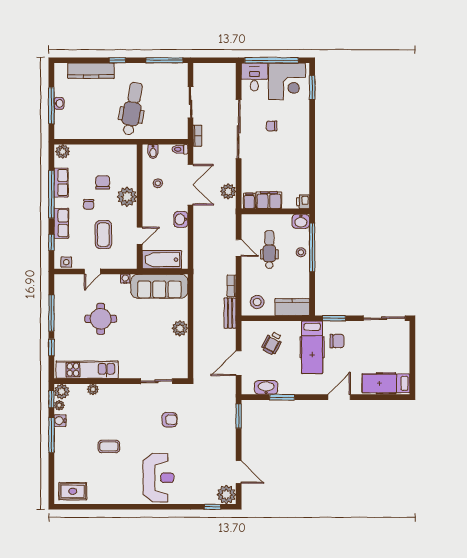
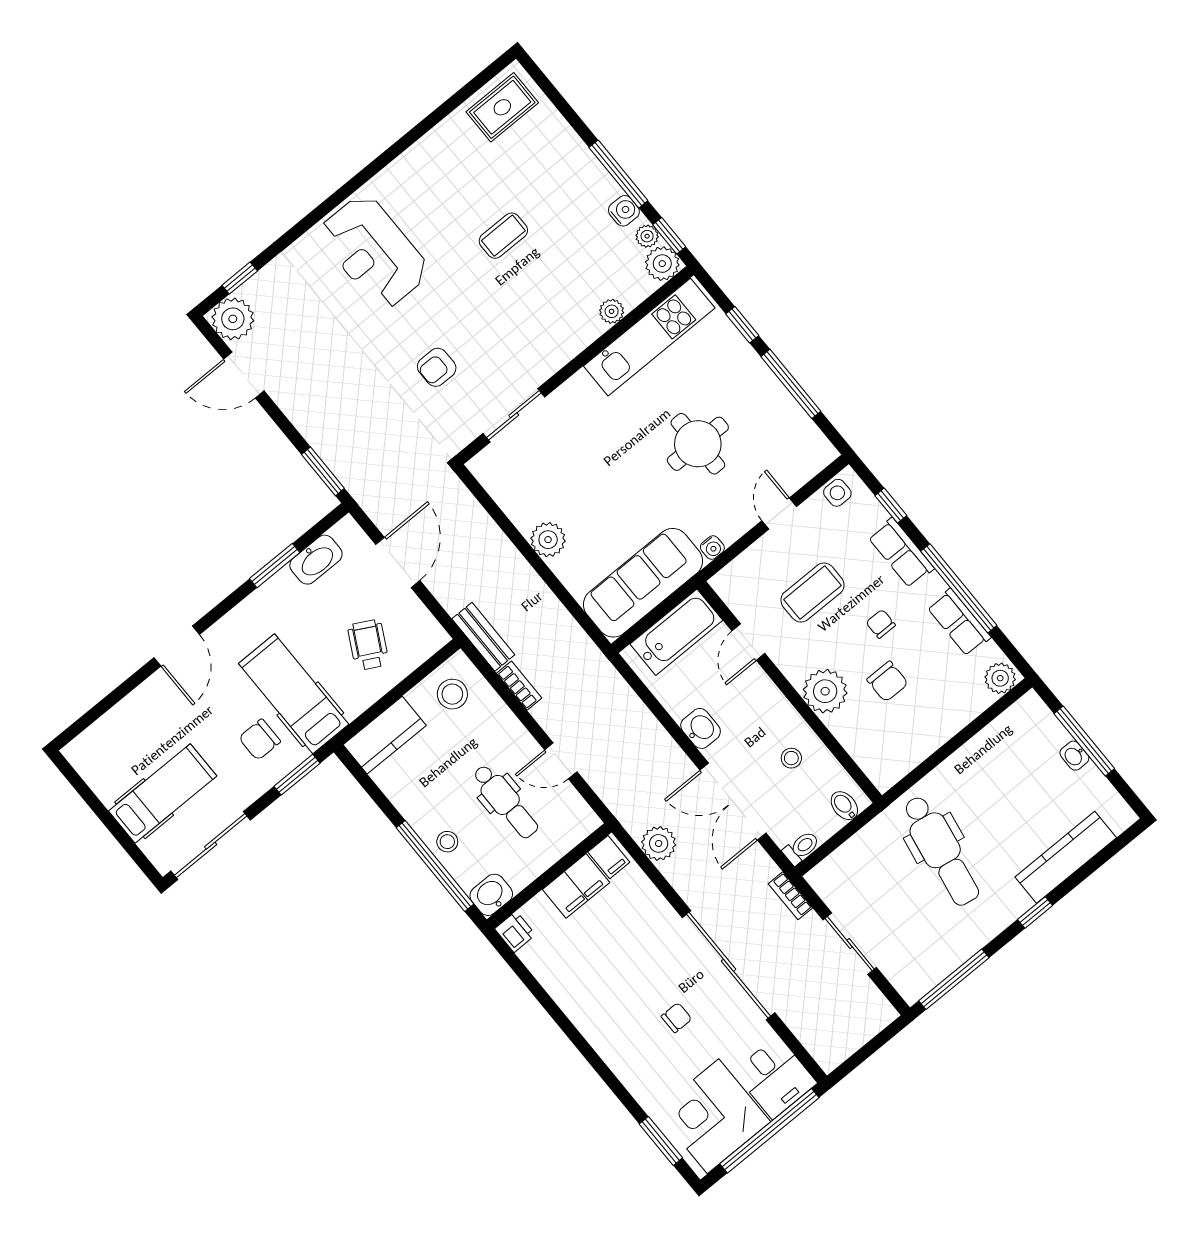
coffee table: (103, 235) -> (812, 593), turned 90
hospital bed: (386, 383) -> (163, 794), moved

